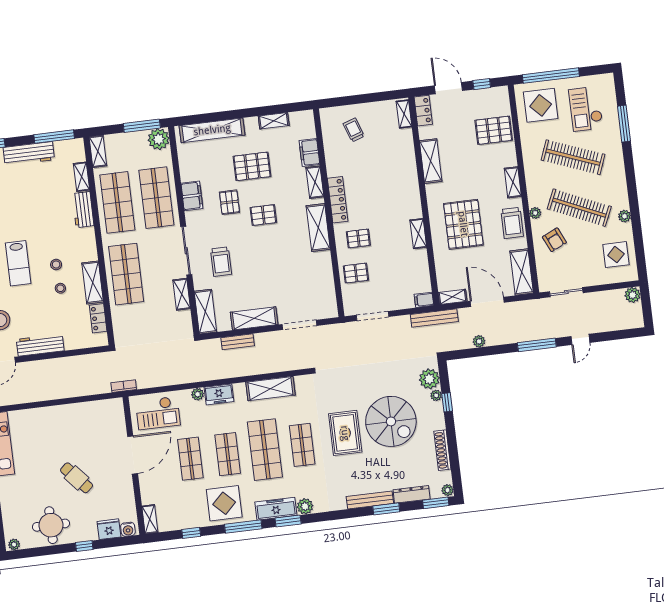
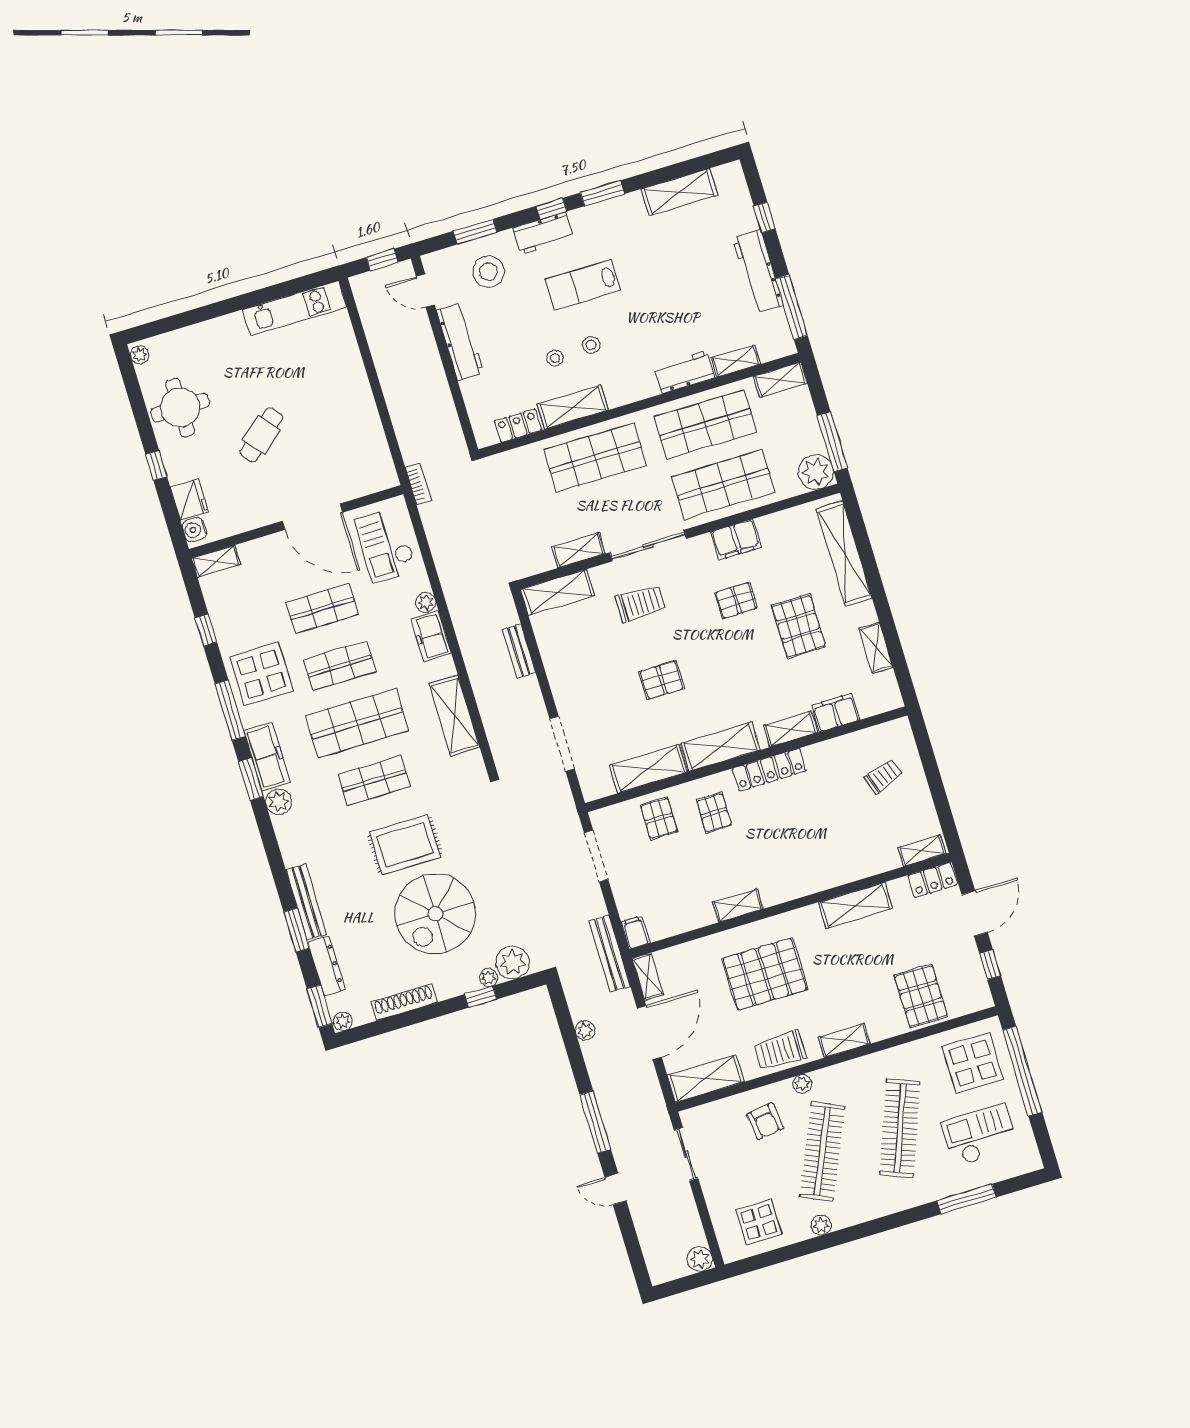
pallet: (263, 215) -> (662, 680), moved, turned 90
armchair: (554, 240) -> (765, 1121), turned -73
trolley: (221, 262) -> (640, 603), turned 180
shelving: (254, 318) -> (649, 769), moved, turned 90

